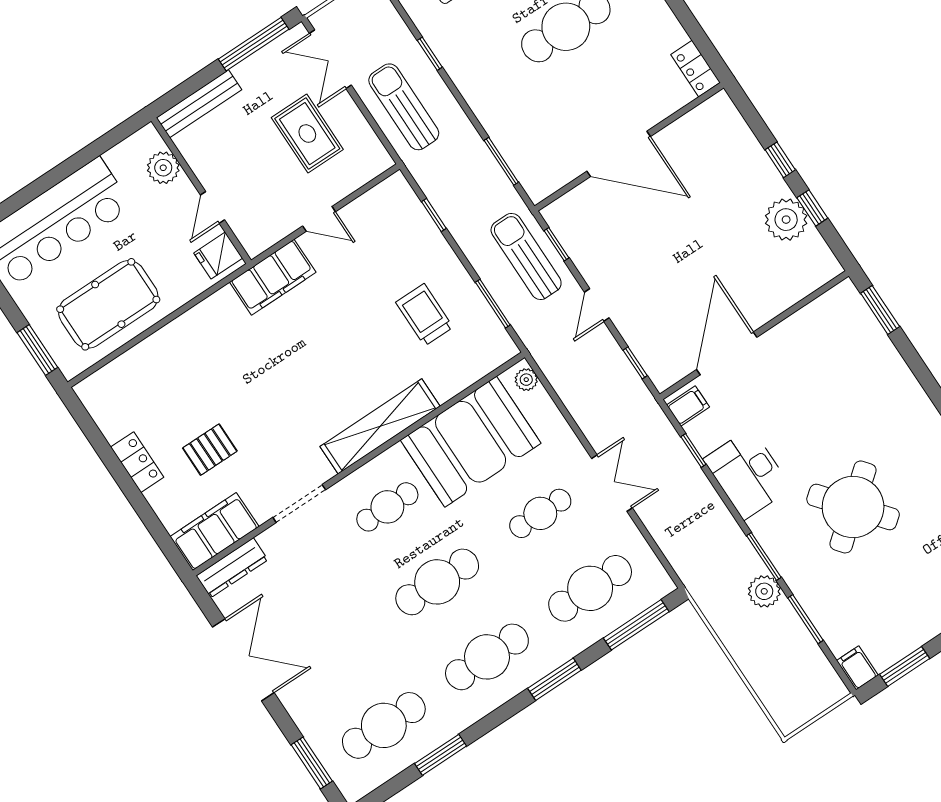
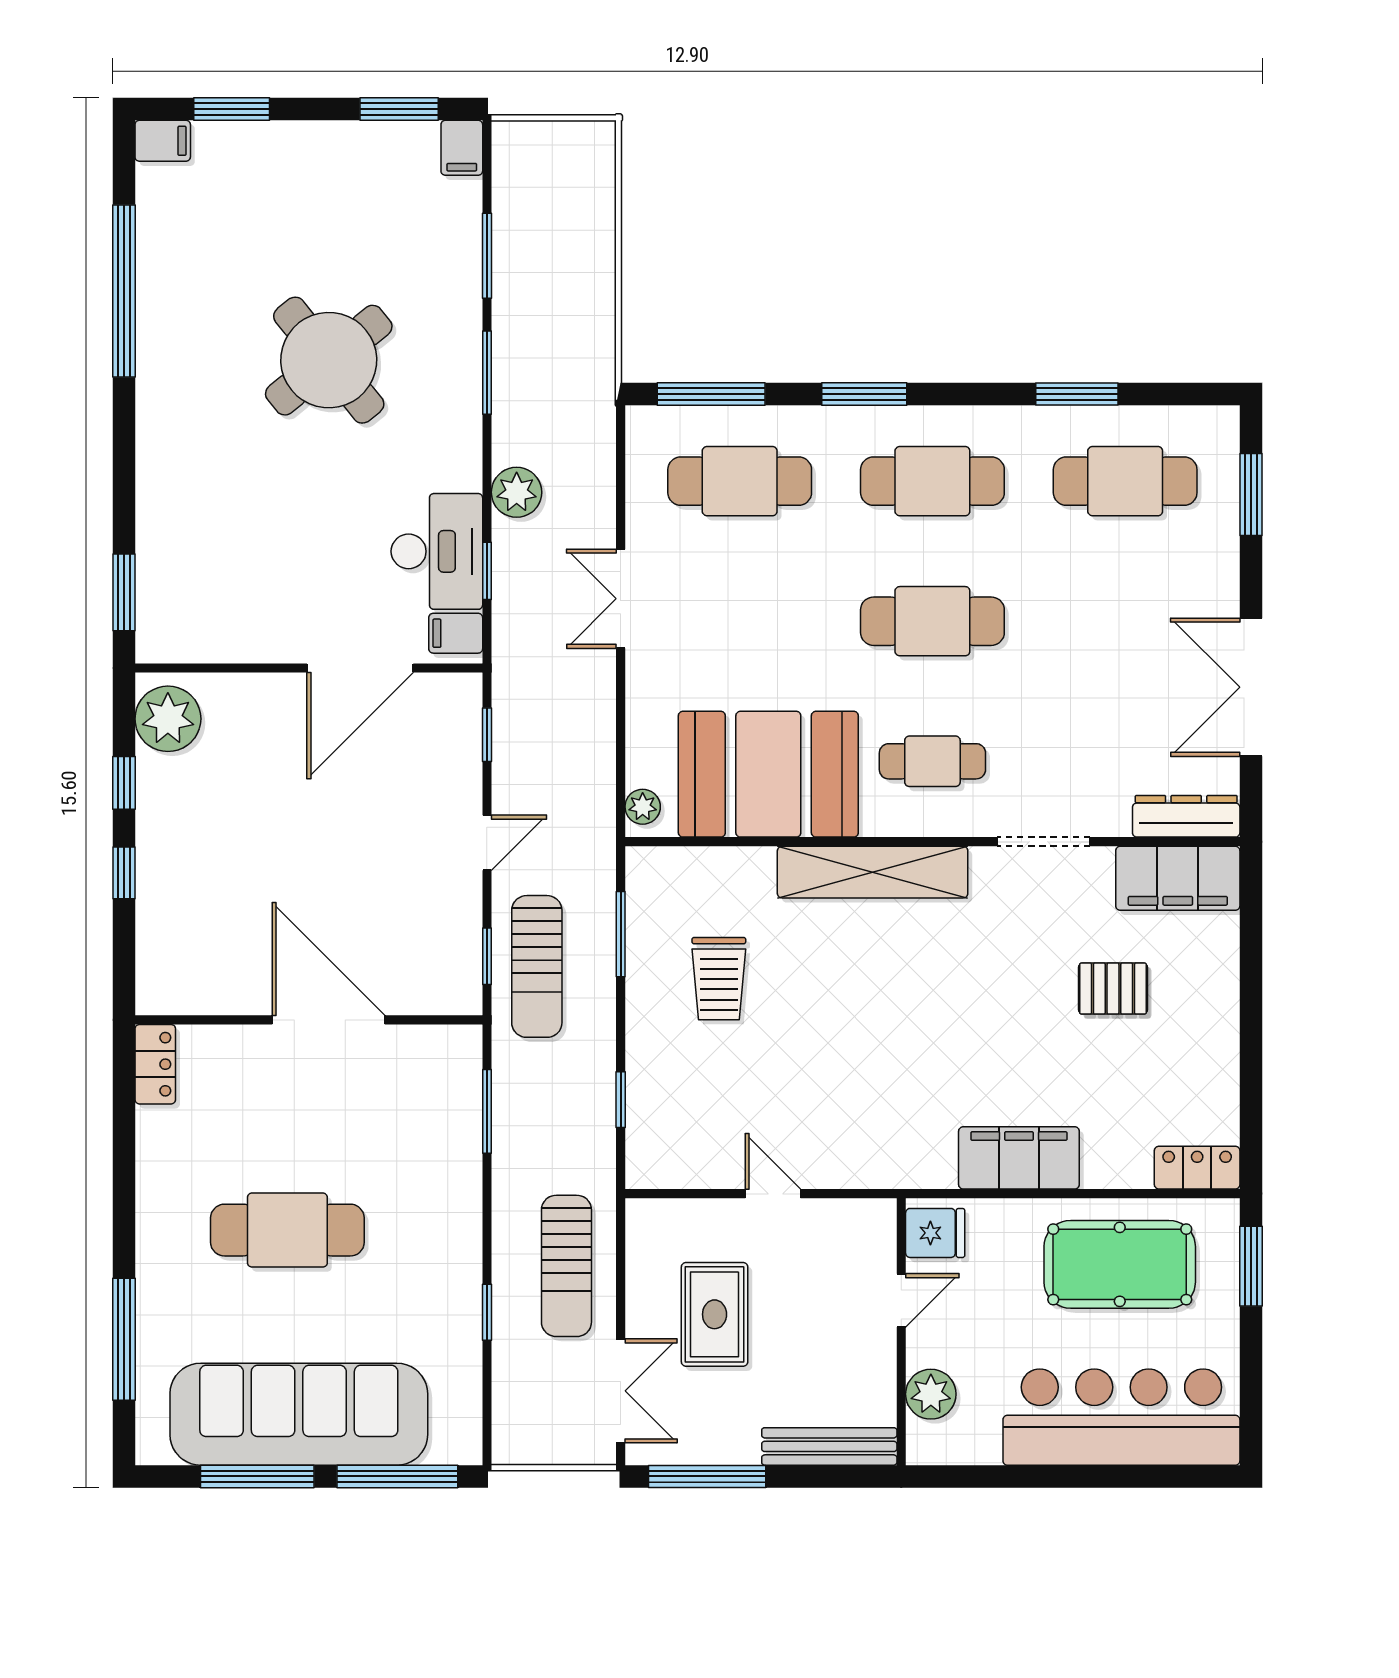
plant: (786, 220) -> (168, 719), moved
filing cabinet: (273, 277) -> (1019, 1158), moved
locker: (137, 462) -> (1197, 1168), moved, turned 90
desk: (747, 474) -> (437, 551), moved
cafe table: (540, 513) -> (740, 621), removed
plant: (764, 591) -> (517, 492), moved

